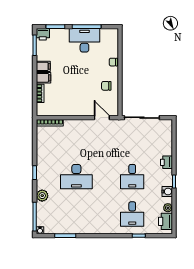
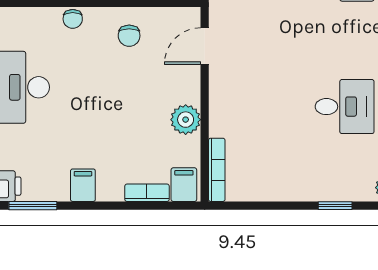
filing cabinet: (43, 78) -> (184, 185), moved
plant: (71, 110) -> (186, 120), added
desk: (76, 177) -> (345, 107), width x0.73

